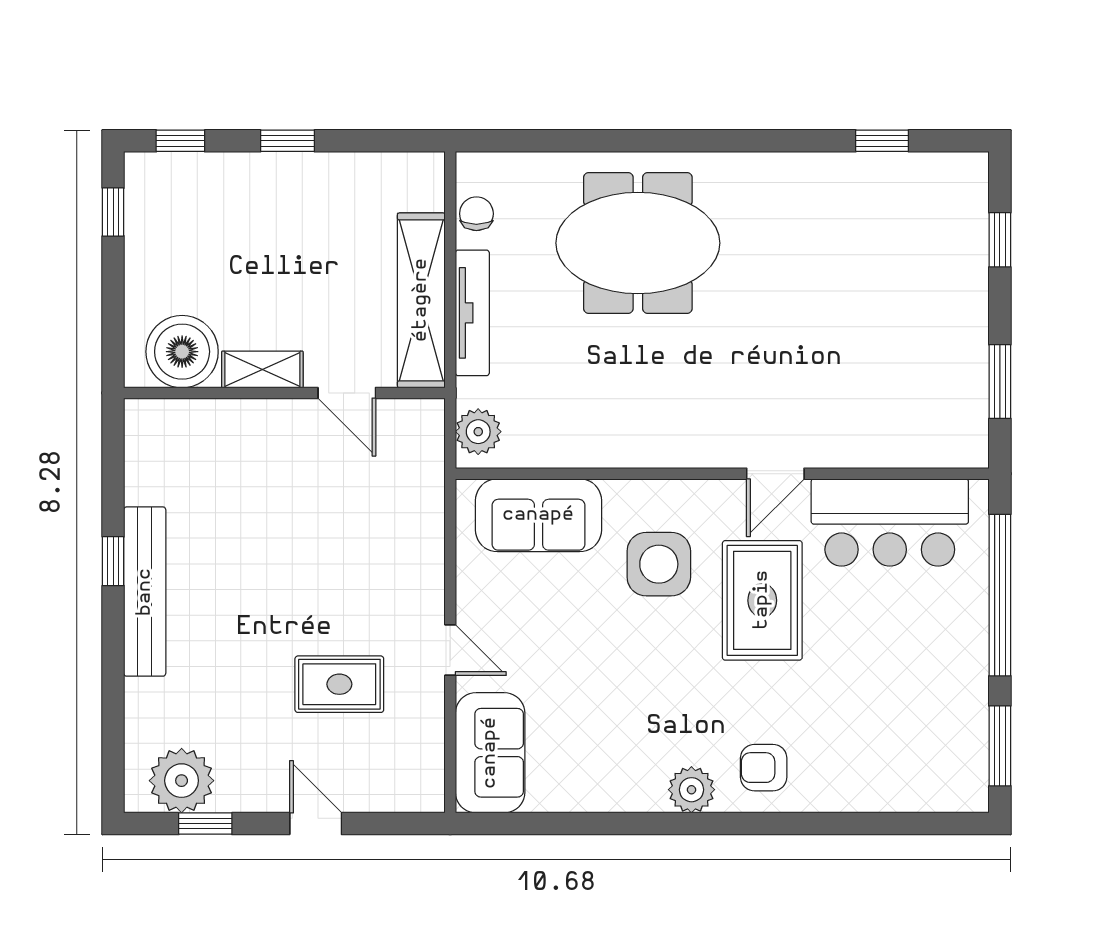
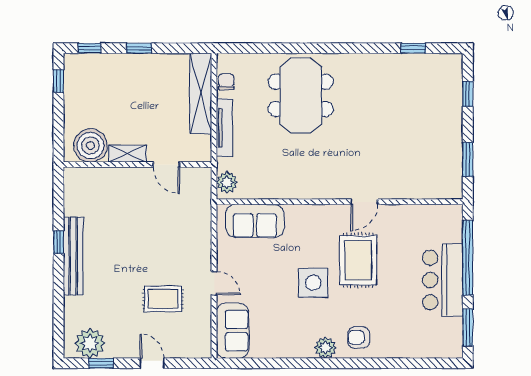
meeting table: (638, 243) -> (301, 95), turned 90
shelving: (421, 300) -> (201, 93), moved
bar counter: (890, 522) -> (443, 280), moved, turned 90
side table: (659, 564) -> (313, 283), moved

